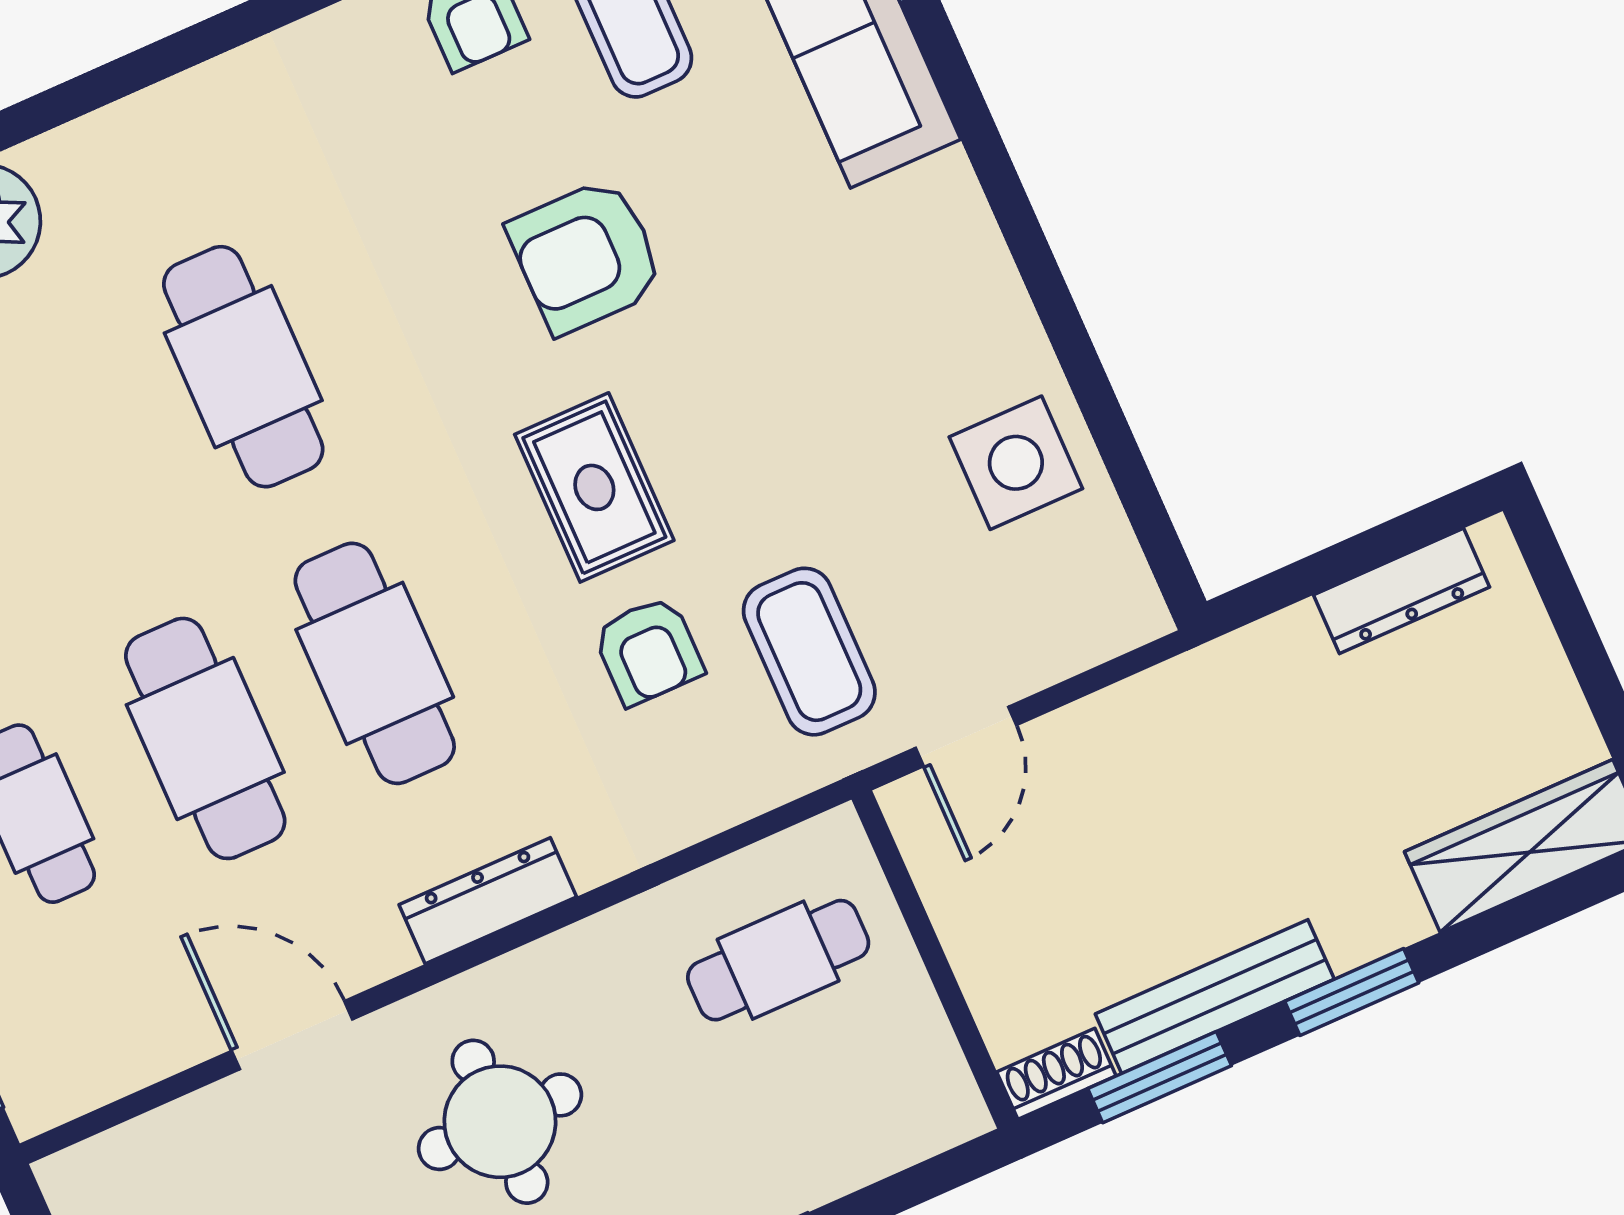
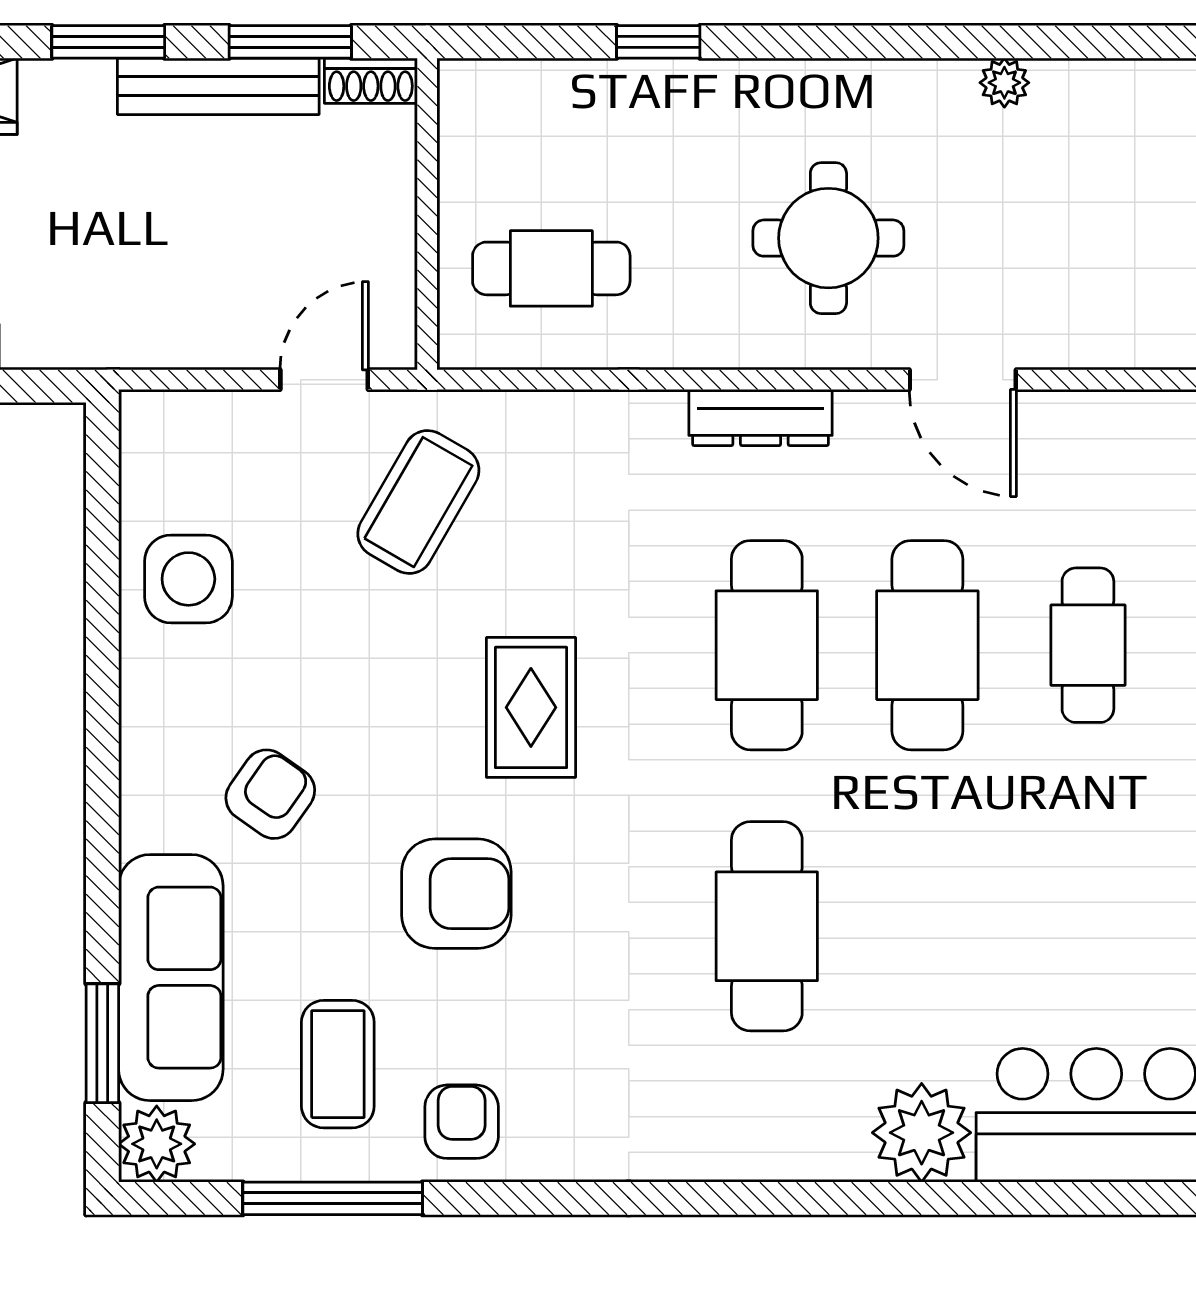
armchair: (648, 651) -> (270, 794), moved, turned 35
coffee table: (809, 652) -> (418, 502), turned 30

